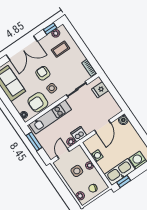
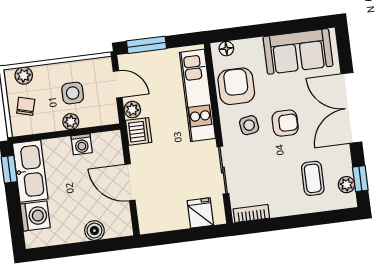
boiler: (123, 120) -> (94, 231), moved
window: (34, 141) -> (146, 45), moved

